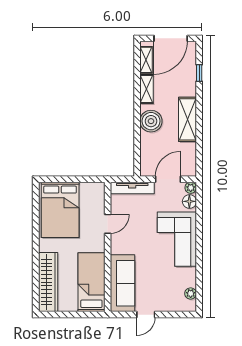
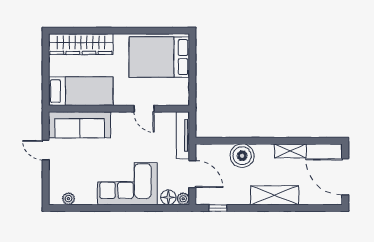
shelving: (146, 60) -> (322, 150), removed
window: (199, 73) -> (218, 208), moved
shelving: (187, 119) -> (275, 195), moved
boiler: (151, 121) -> (242, 156), moved

